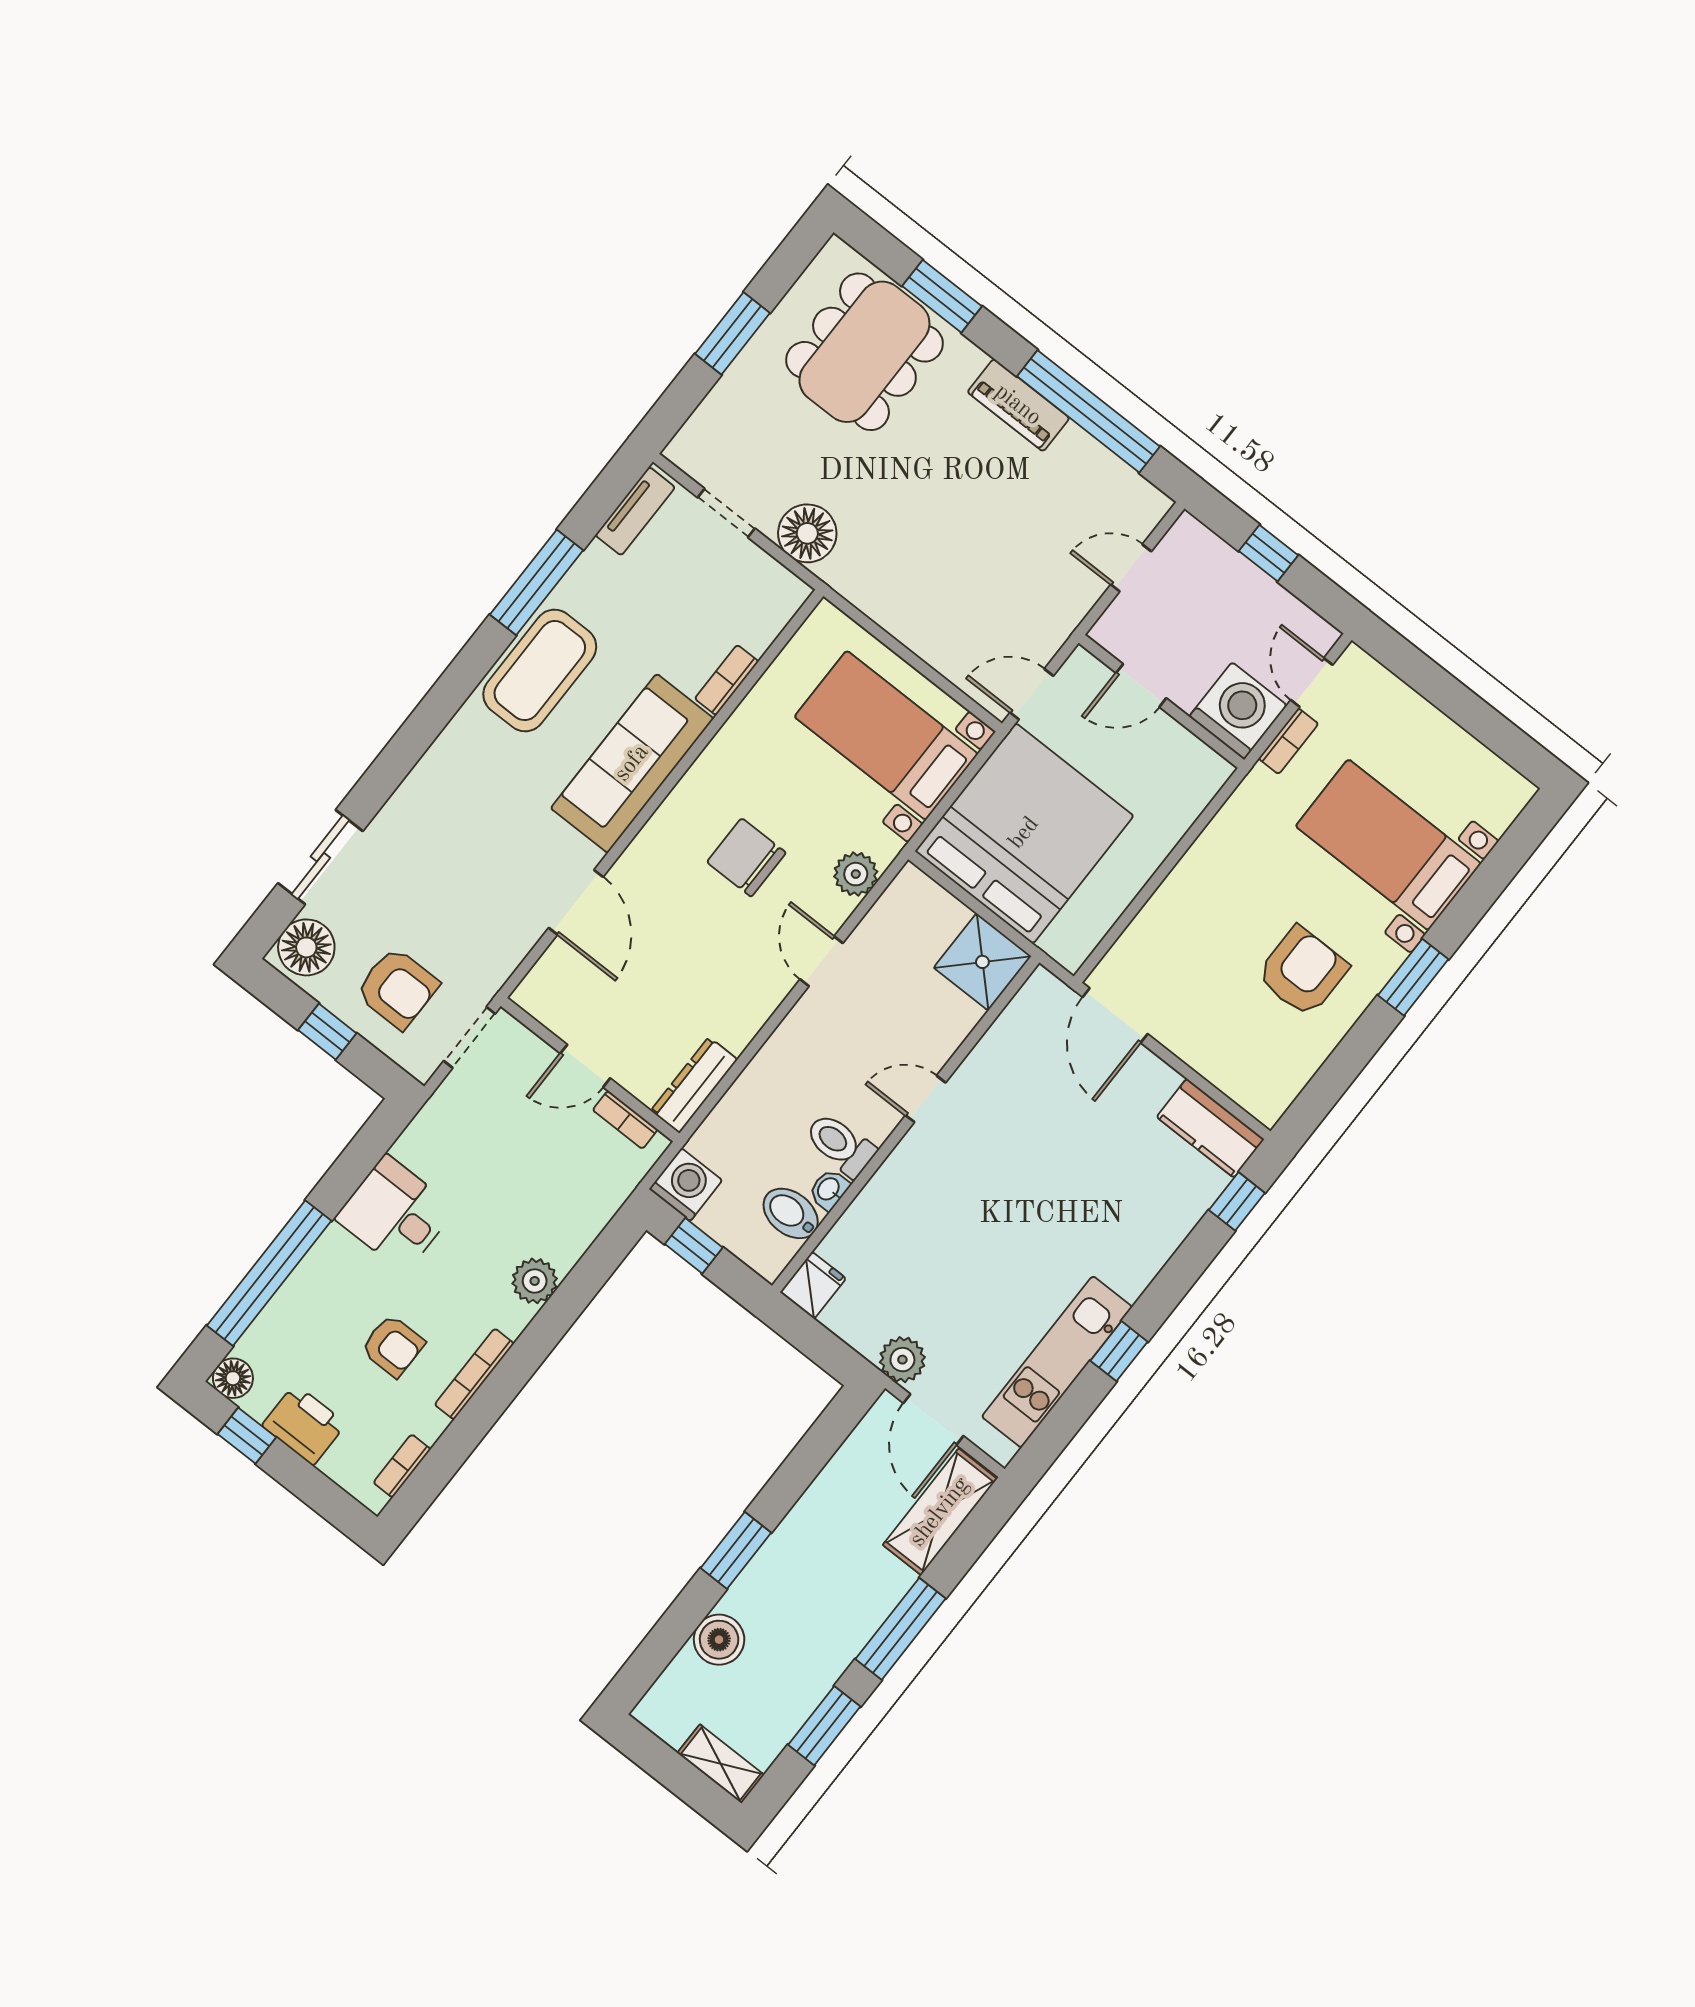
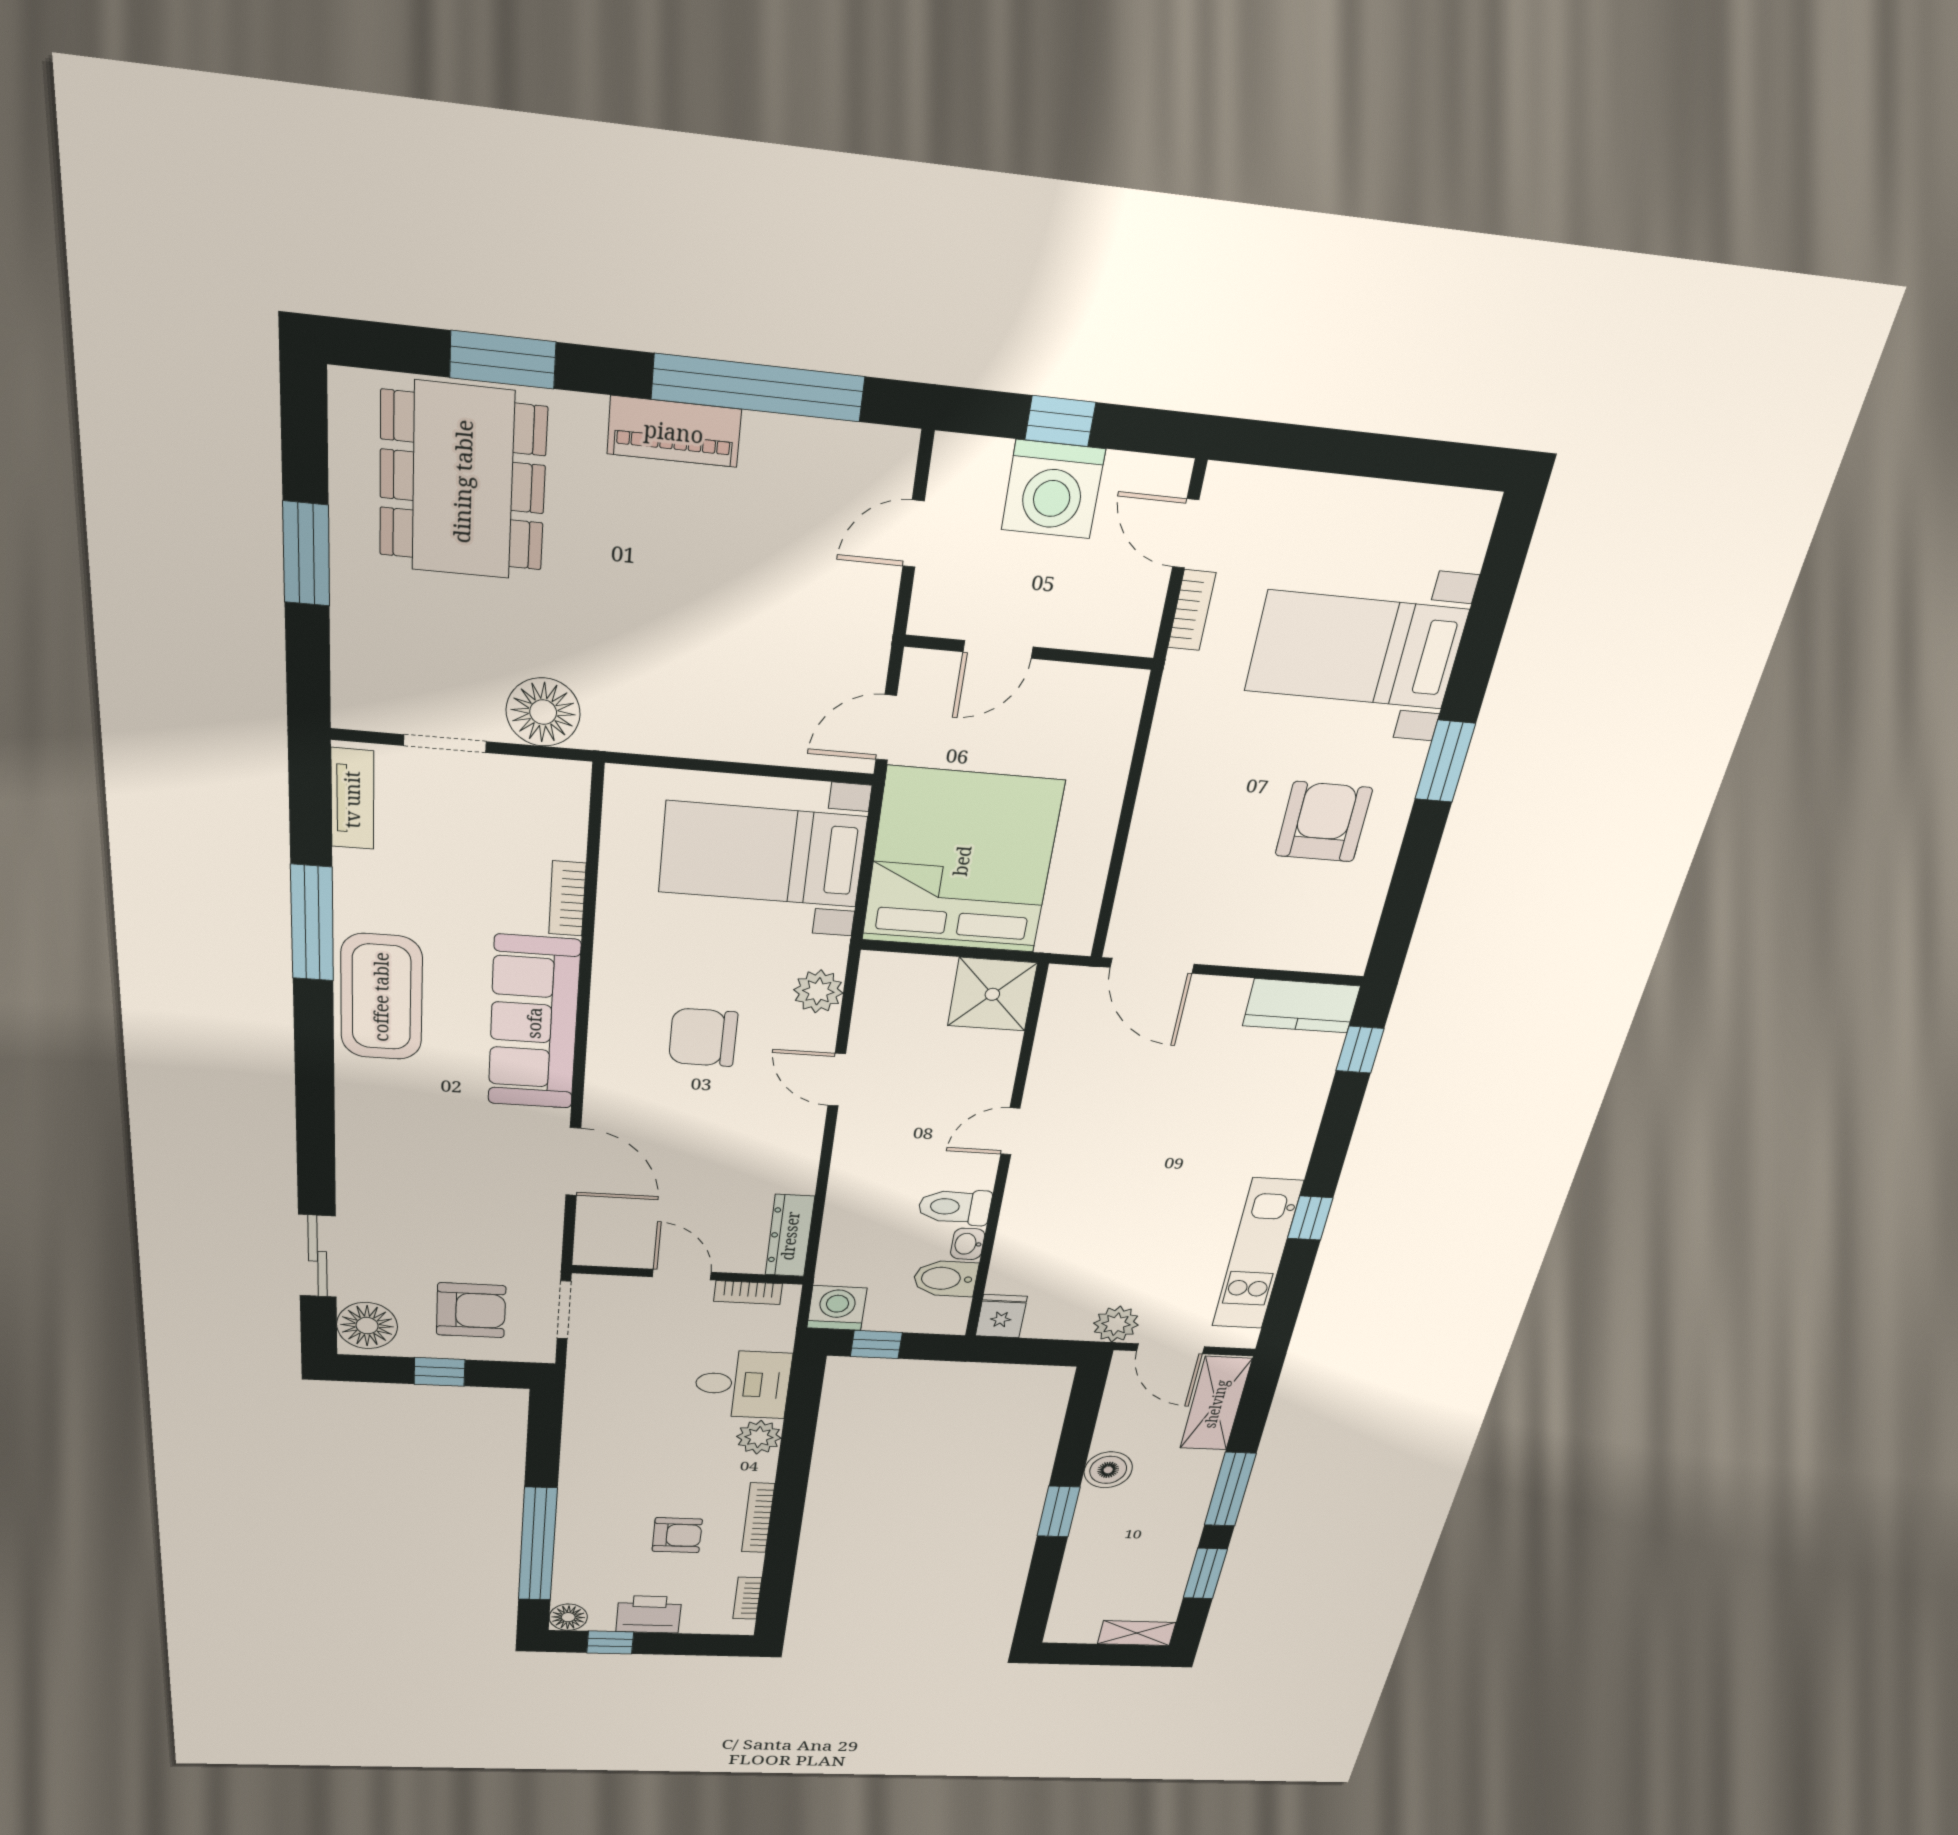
washing machine: (1238, 711) -> (1053, 489), moved, turned 180
door: (585, 1066) -> (682, 1274), swing flipped
desk: (395, 1214) -> (742, 1384), moved, turned 180
boiler: (719, 1640) -> (1108, 1470), moved

